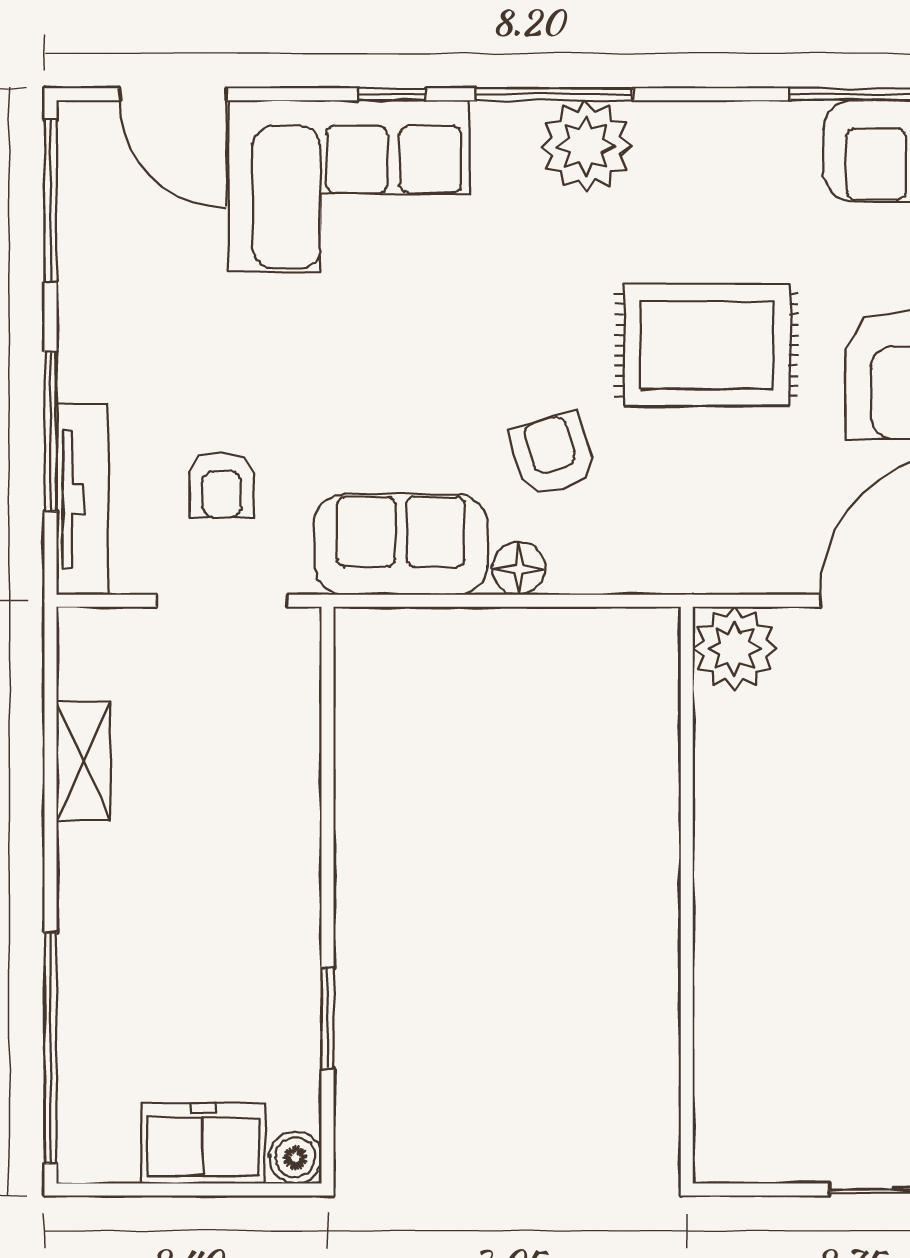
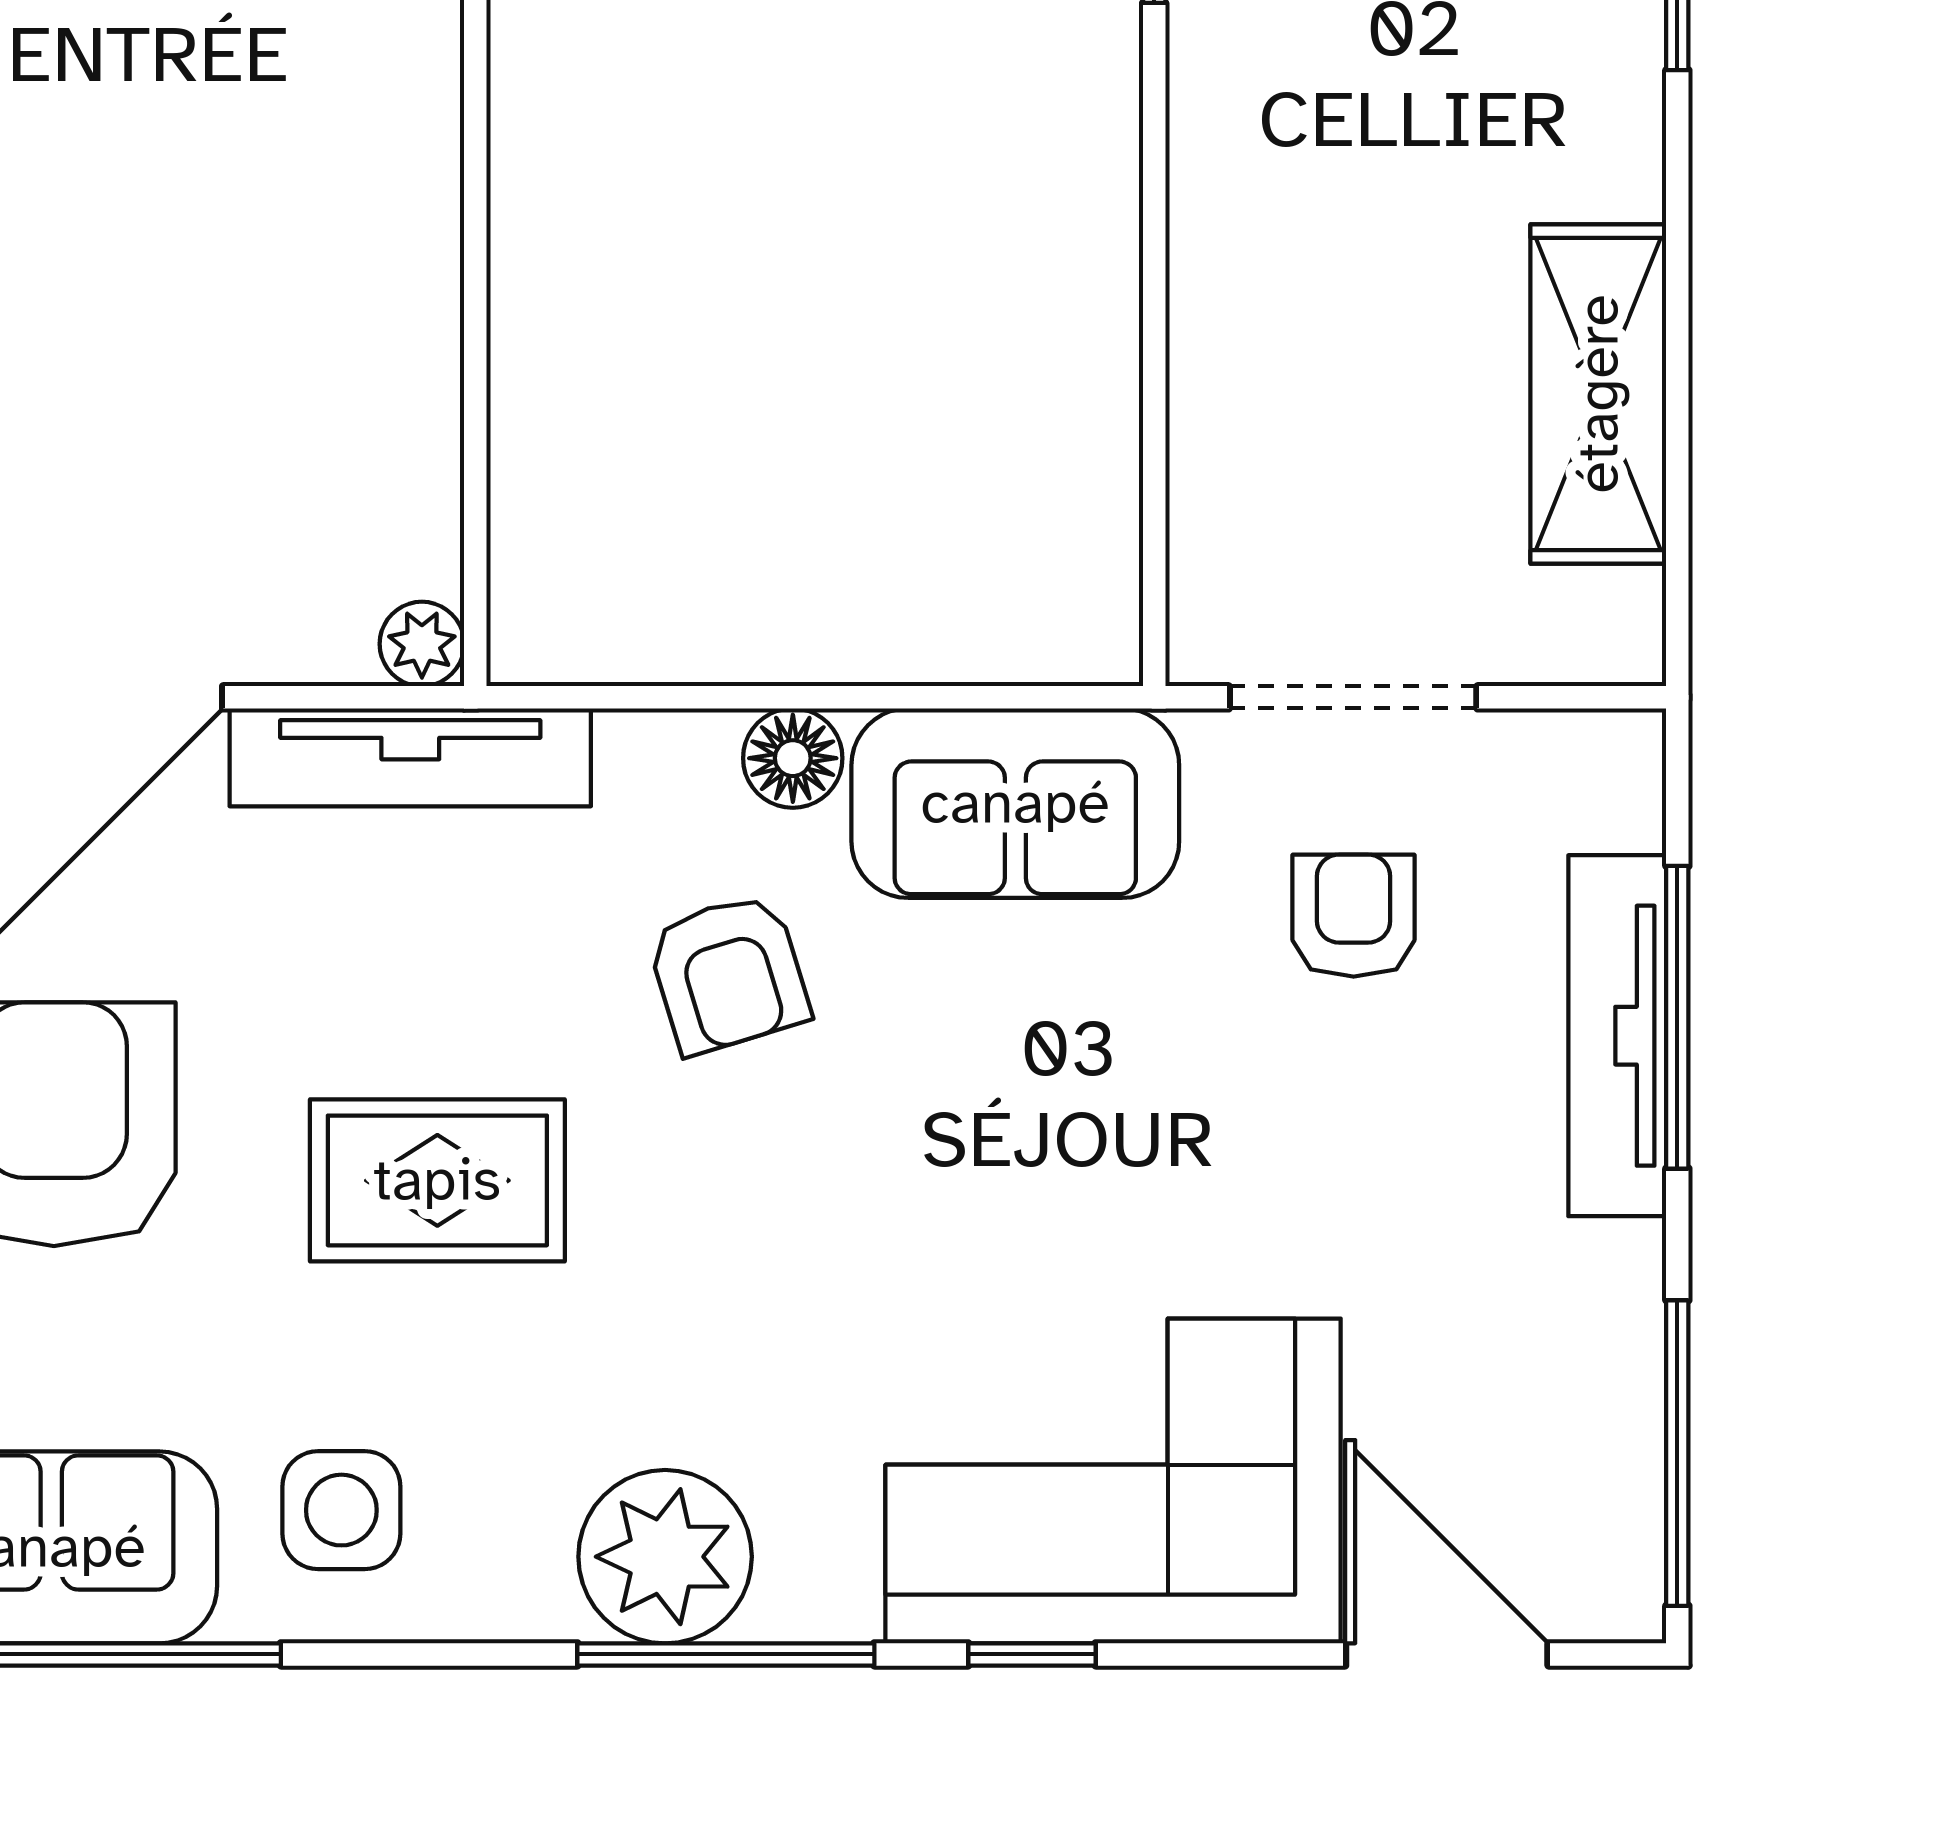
side table: (757, 171) -> (341, 1510), added
rug: (707, 345) -> (437, 1180), width x0.73, depth x0.70
tv unit: (82, 499) -> (1617, 1036), moved
tv unit: (721, 569) -> (410, 757), added
plant: (734, 648) -> (422, 644), width x0.53, depth x0.53
shelving: (83, 761) -> (1598, 394), width x1.50, depth x1.33

